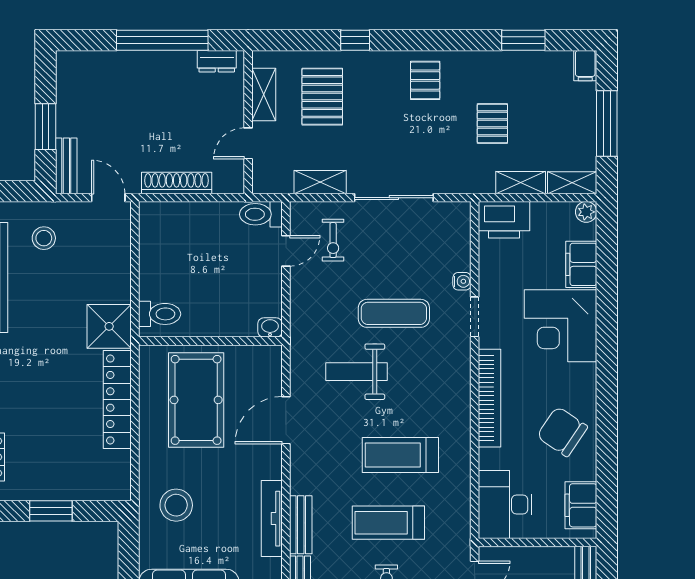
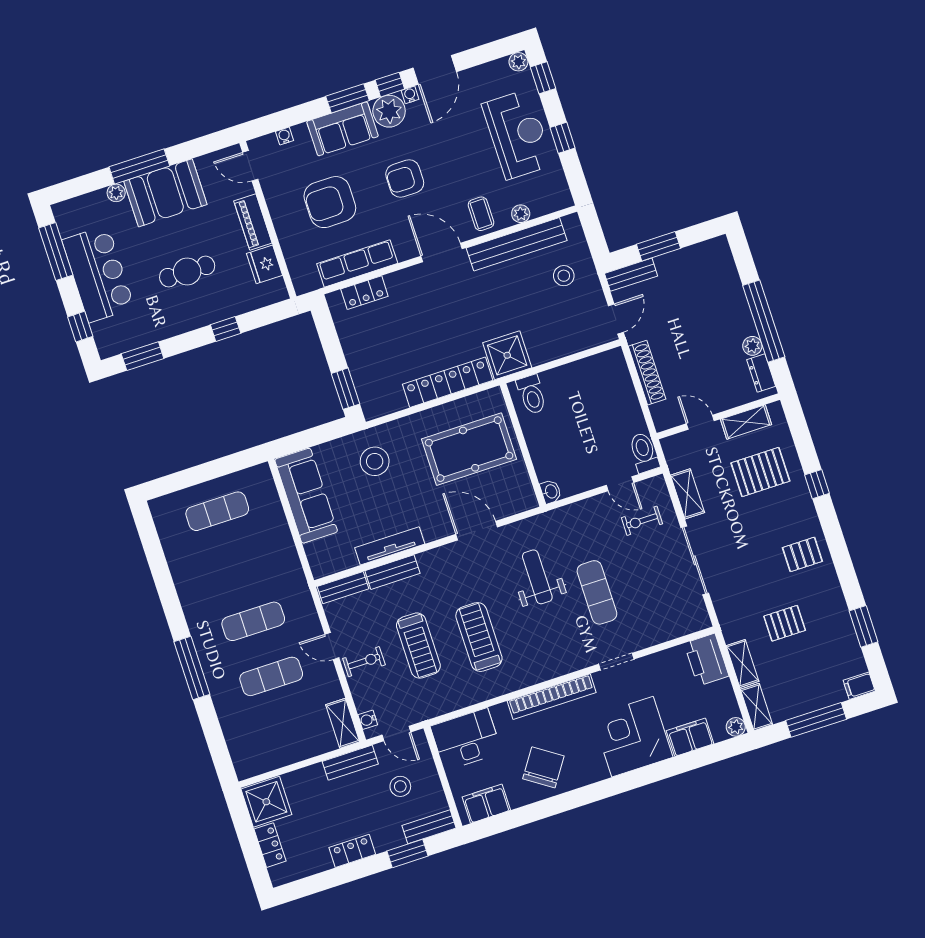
plant: (185, 61) -> (752, 346), added
water cooler: (462, 281) -> (643, 641), removed
window: (51, 511) -> (345, 389), moved
treadmill: (388, 523) -> (418, 646), turned 180

